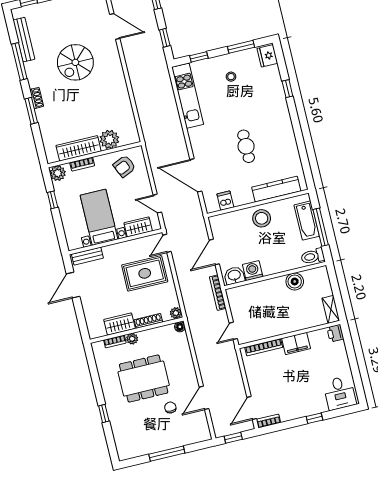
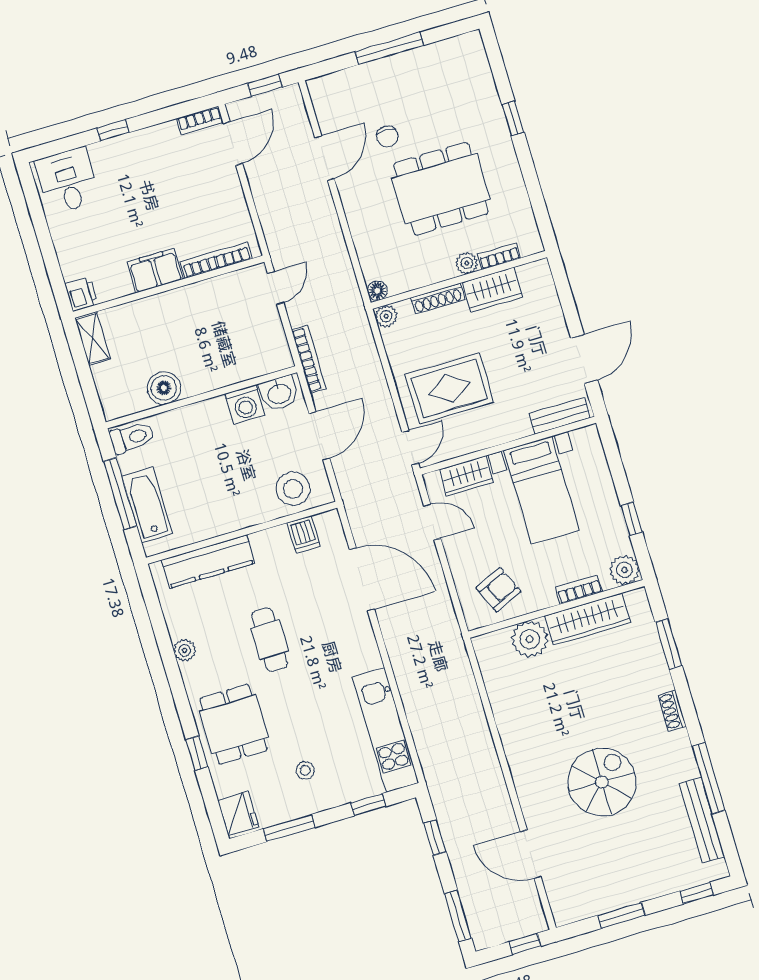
dining table: (267, 103) -> (234, 724), added
window: (31, 111) -> (669, 644), moved
plant: (291, 143) -> (185, 650), added
stool: (262, 218) -> (293, 489), moved

